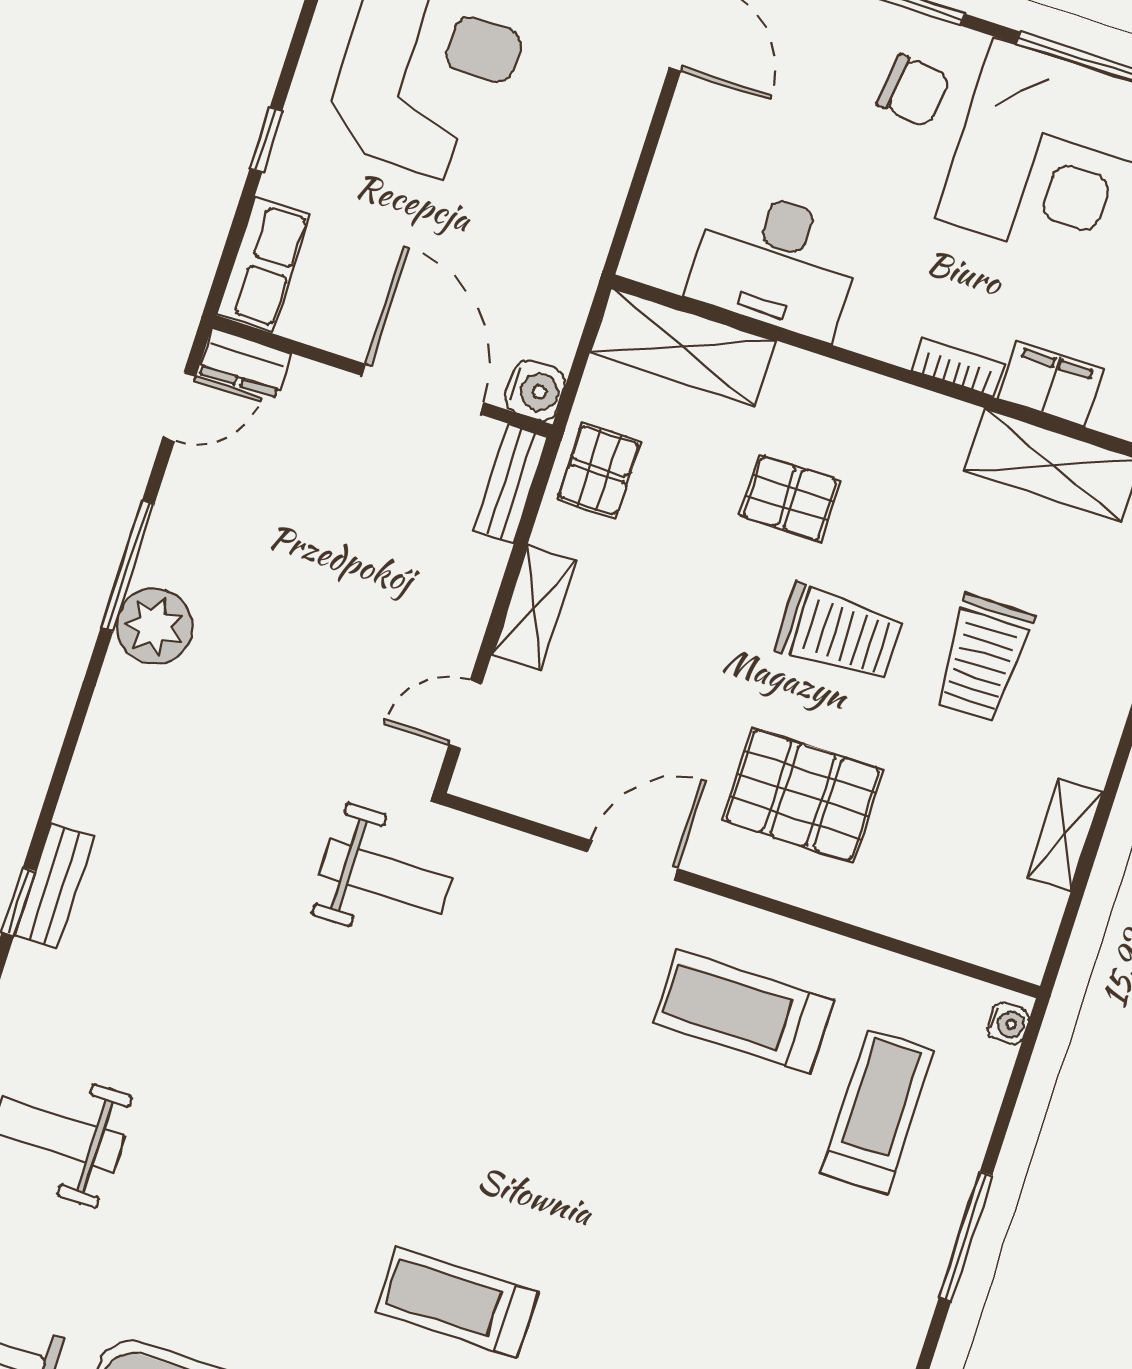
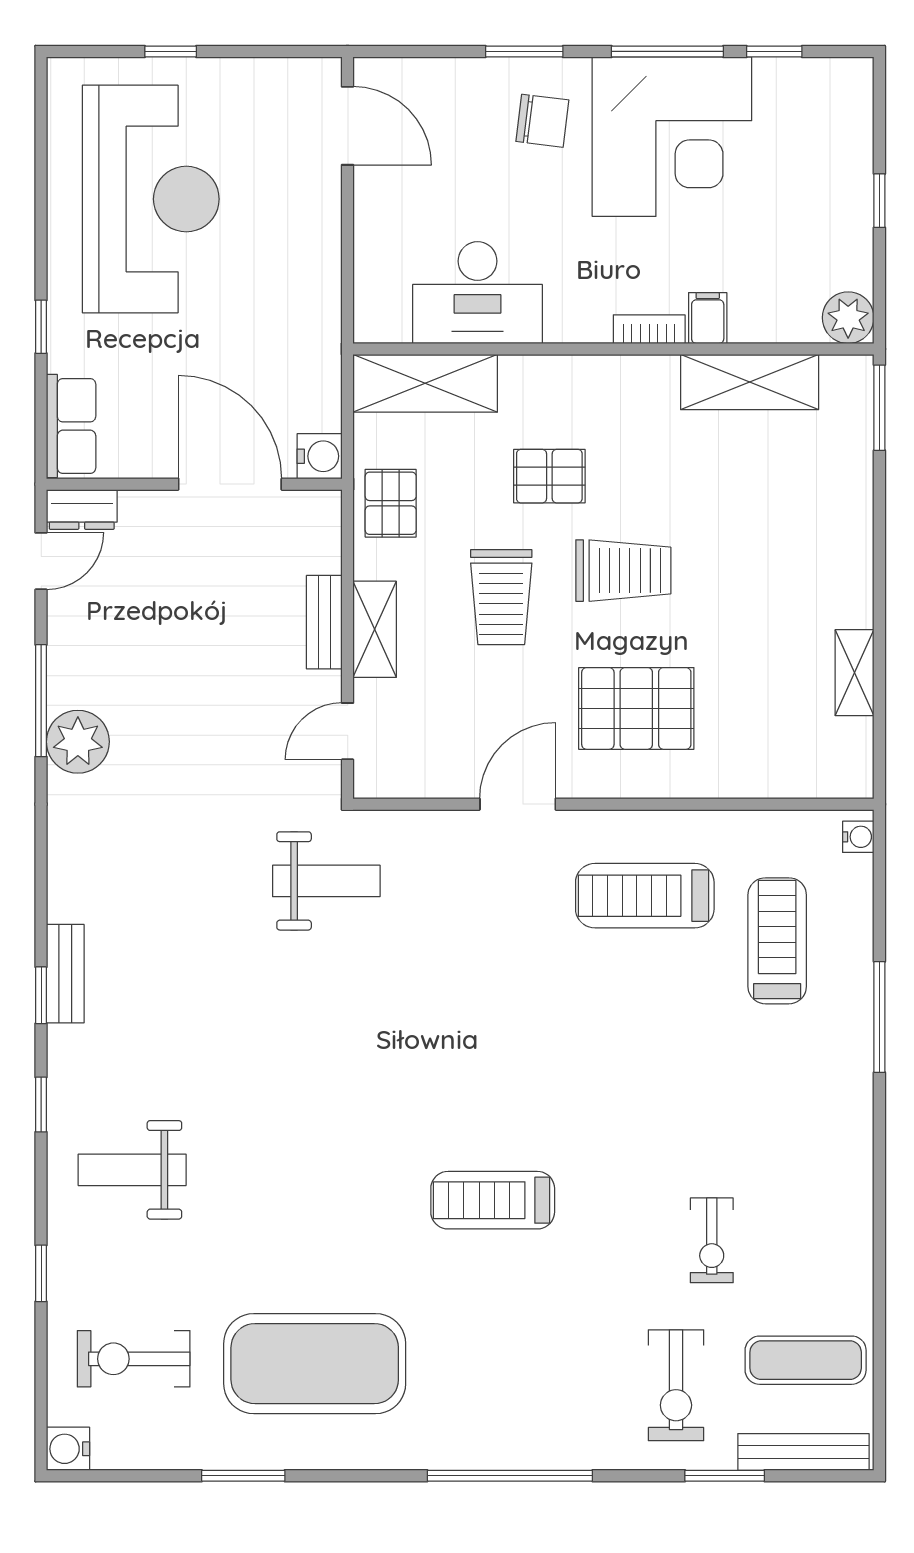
filing cabinet: (1050, 384) -> (708, 318), width x0.50
bench: (511, 484) -> (324, 622), moved
trolley: (983, 658) -> (501, 597), moved

